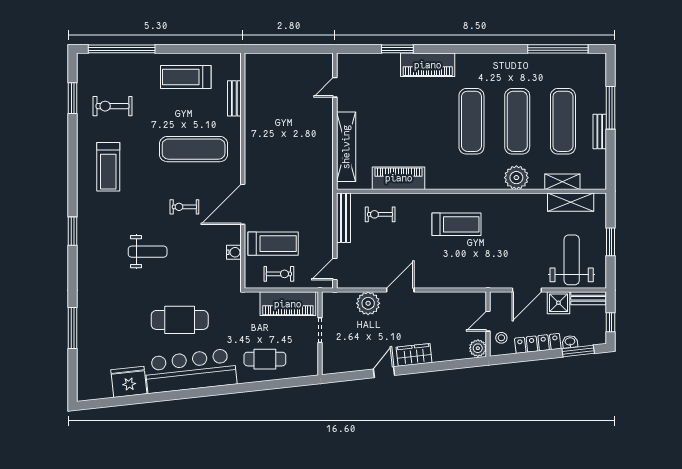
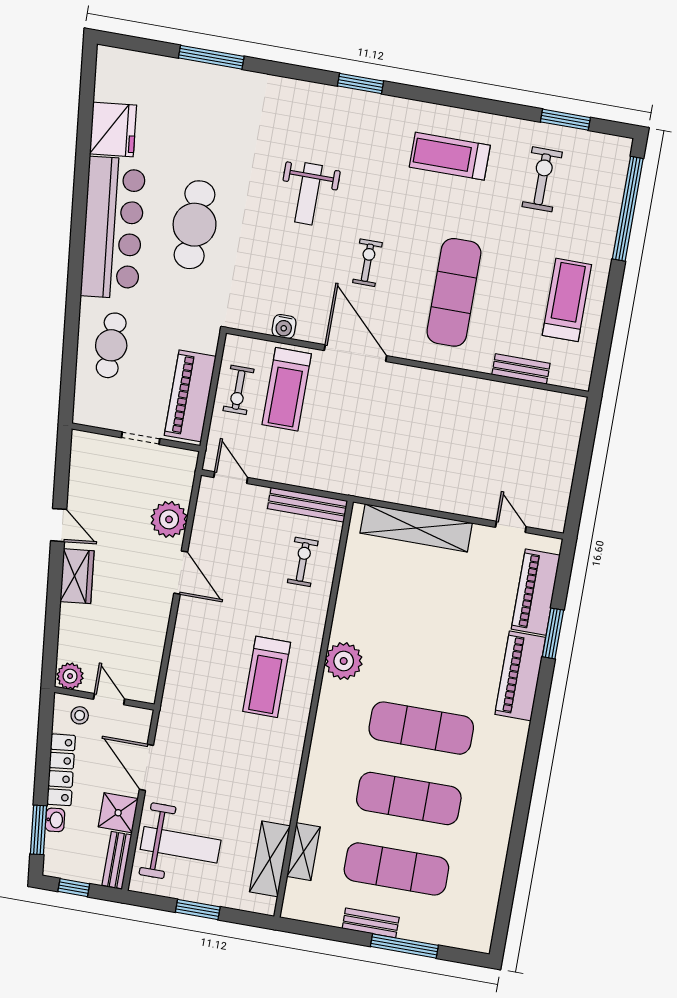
window: (558, 49) -> (509, 881), removed
piano: (399, 178) -> (536, 592), moved, turned 180
plant: (516, 178) -> (344, 661), moved

